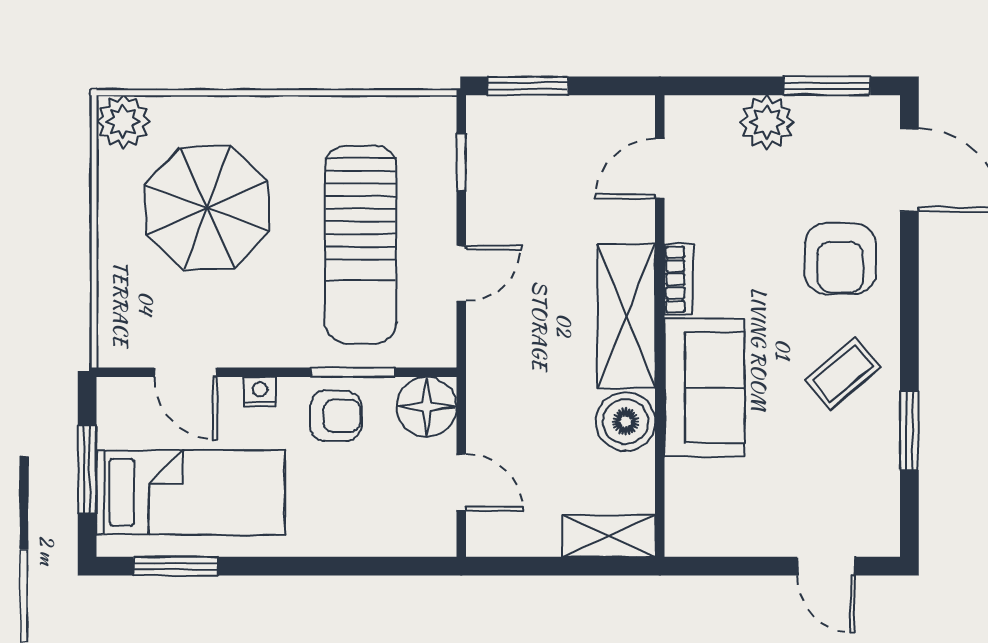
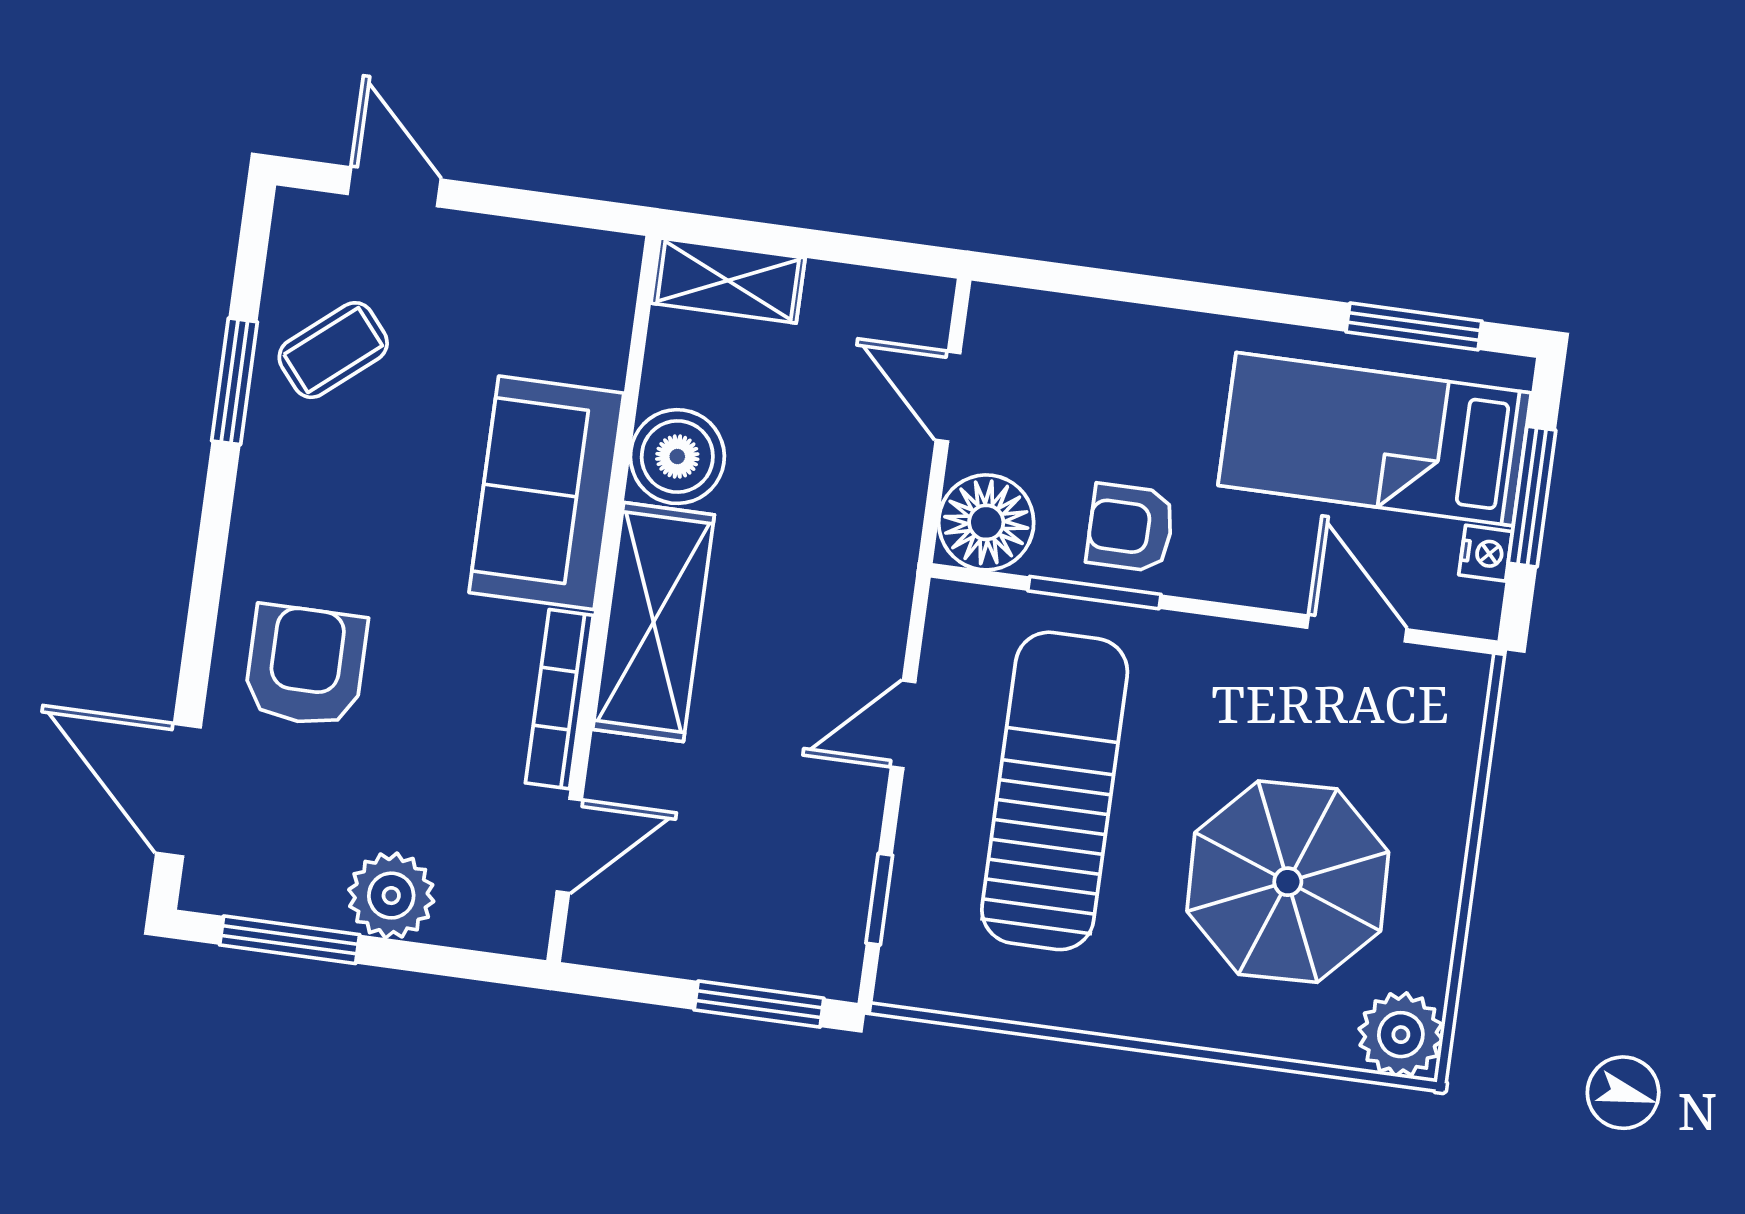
bookcase: (679, 279) -> (559, 699), width x1.56
coffee table: (843, 373) -> (333, 350), moved
nightstand: (260, 392) -> (1486, 553), moved, turned -90

